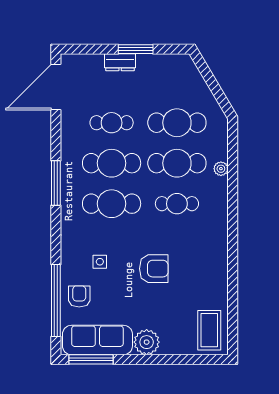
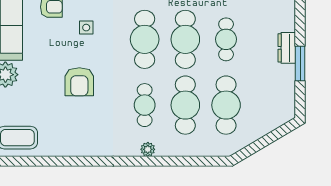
plant: (221, 169) -> (148, 149), moved

